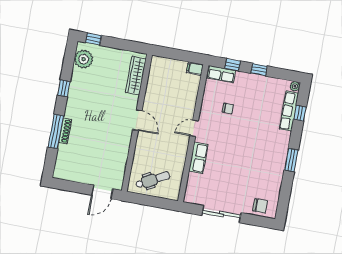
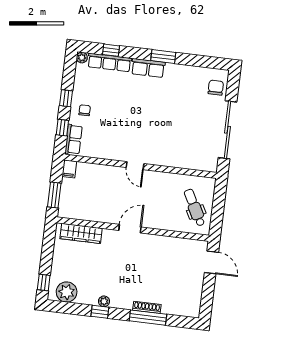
window: (172, 54) -> (54, 195), added
plant: (73, 92) -> (104, 301), added
chair: (228, 108) -> (85, 110), moved
row of seats: (198, 158) -> (148, 68), moved, turned 180
sliding door: (221, 214) -> (228, 130), width x1.36

